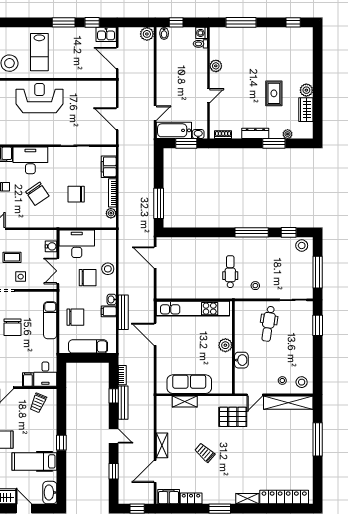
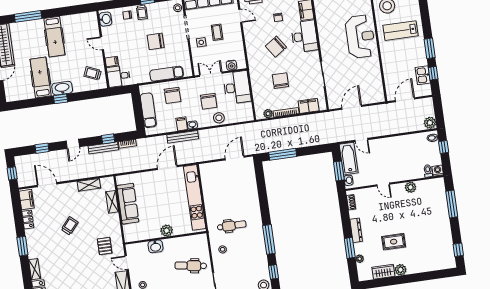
kitchen sink: (106, 34) -> (423, 75), moved
pallet: (233, 417) -> (105, 246), width x0.67, depth x0.71
shelving: (162, 445) -> (89, 185), moved
washbasin: (50, 493) -> (62, 88), moved

